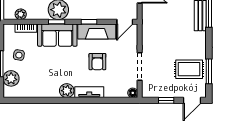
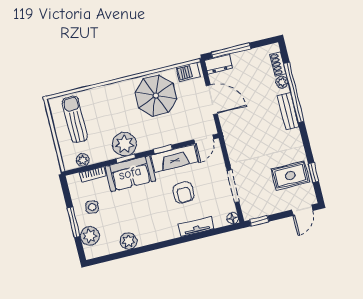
window: (209, 71) -> (313, 173), width x0.67
plant: (67, 91) -> (128, 241), moved
tv unit: (89, 92) -> (196, 226), moved
window: (166, 100) -> (259, 221), moved

